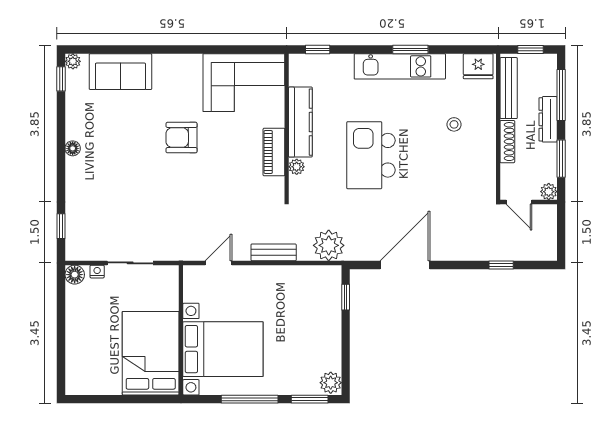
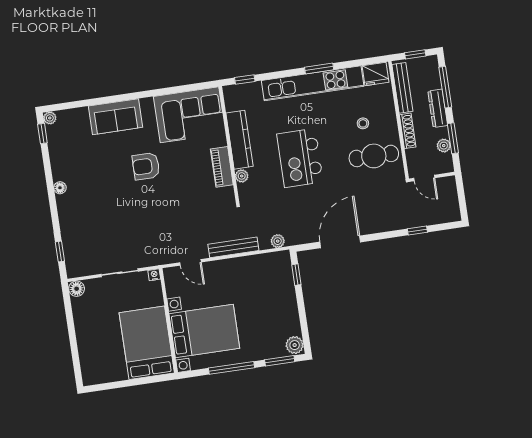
kitchen unit: (400, 66) -> (313, 83), width x1.36
sofa: (120, 72) -> (115, 117), moved
cafe table: (461, 166) -> (374, 156), added
plant: (549, 192) -> (444, 146), moved
plant: (329, 245) -> (278, 241), width x0.53, depth x0.53
bench: (274, 252) -> (233, 247), width x1.36
door: (219, 263) -> (191, 262), swing flipped
nightstand: (97, 272) -> (154, 275), moved

